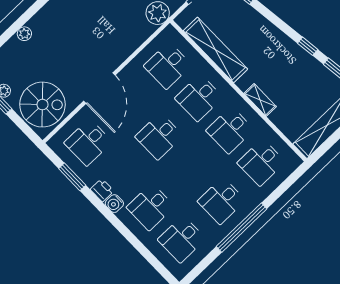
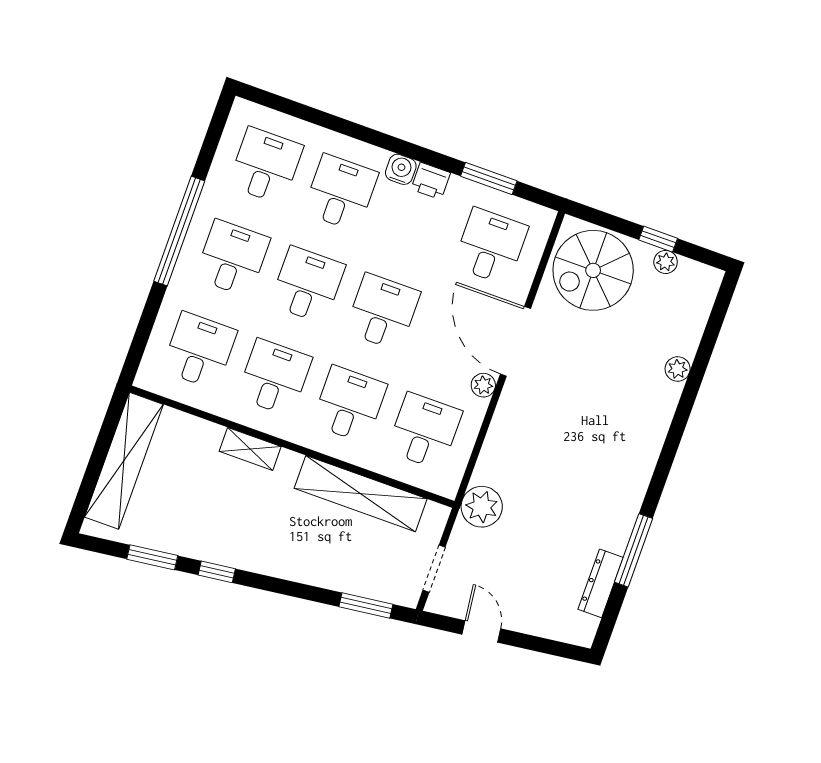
plant: (127, 74) -> (483, 385), added
desk: (190, 168) -> (307, 285), added

